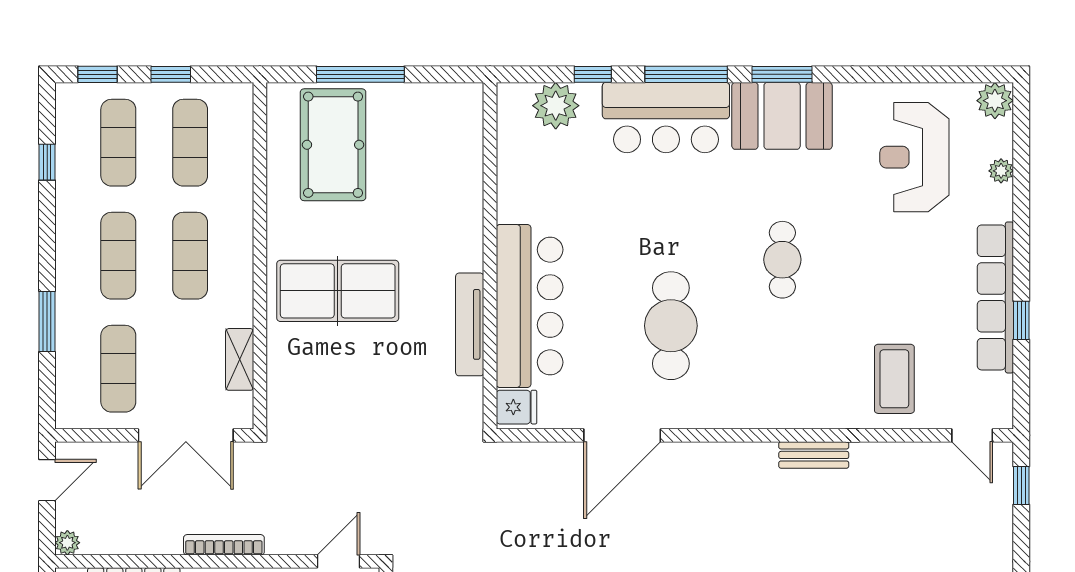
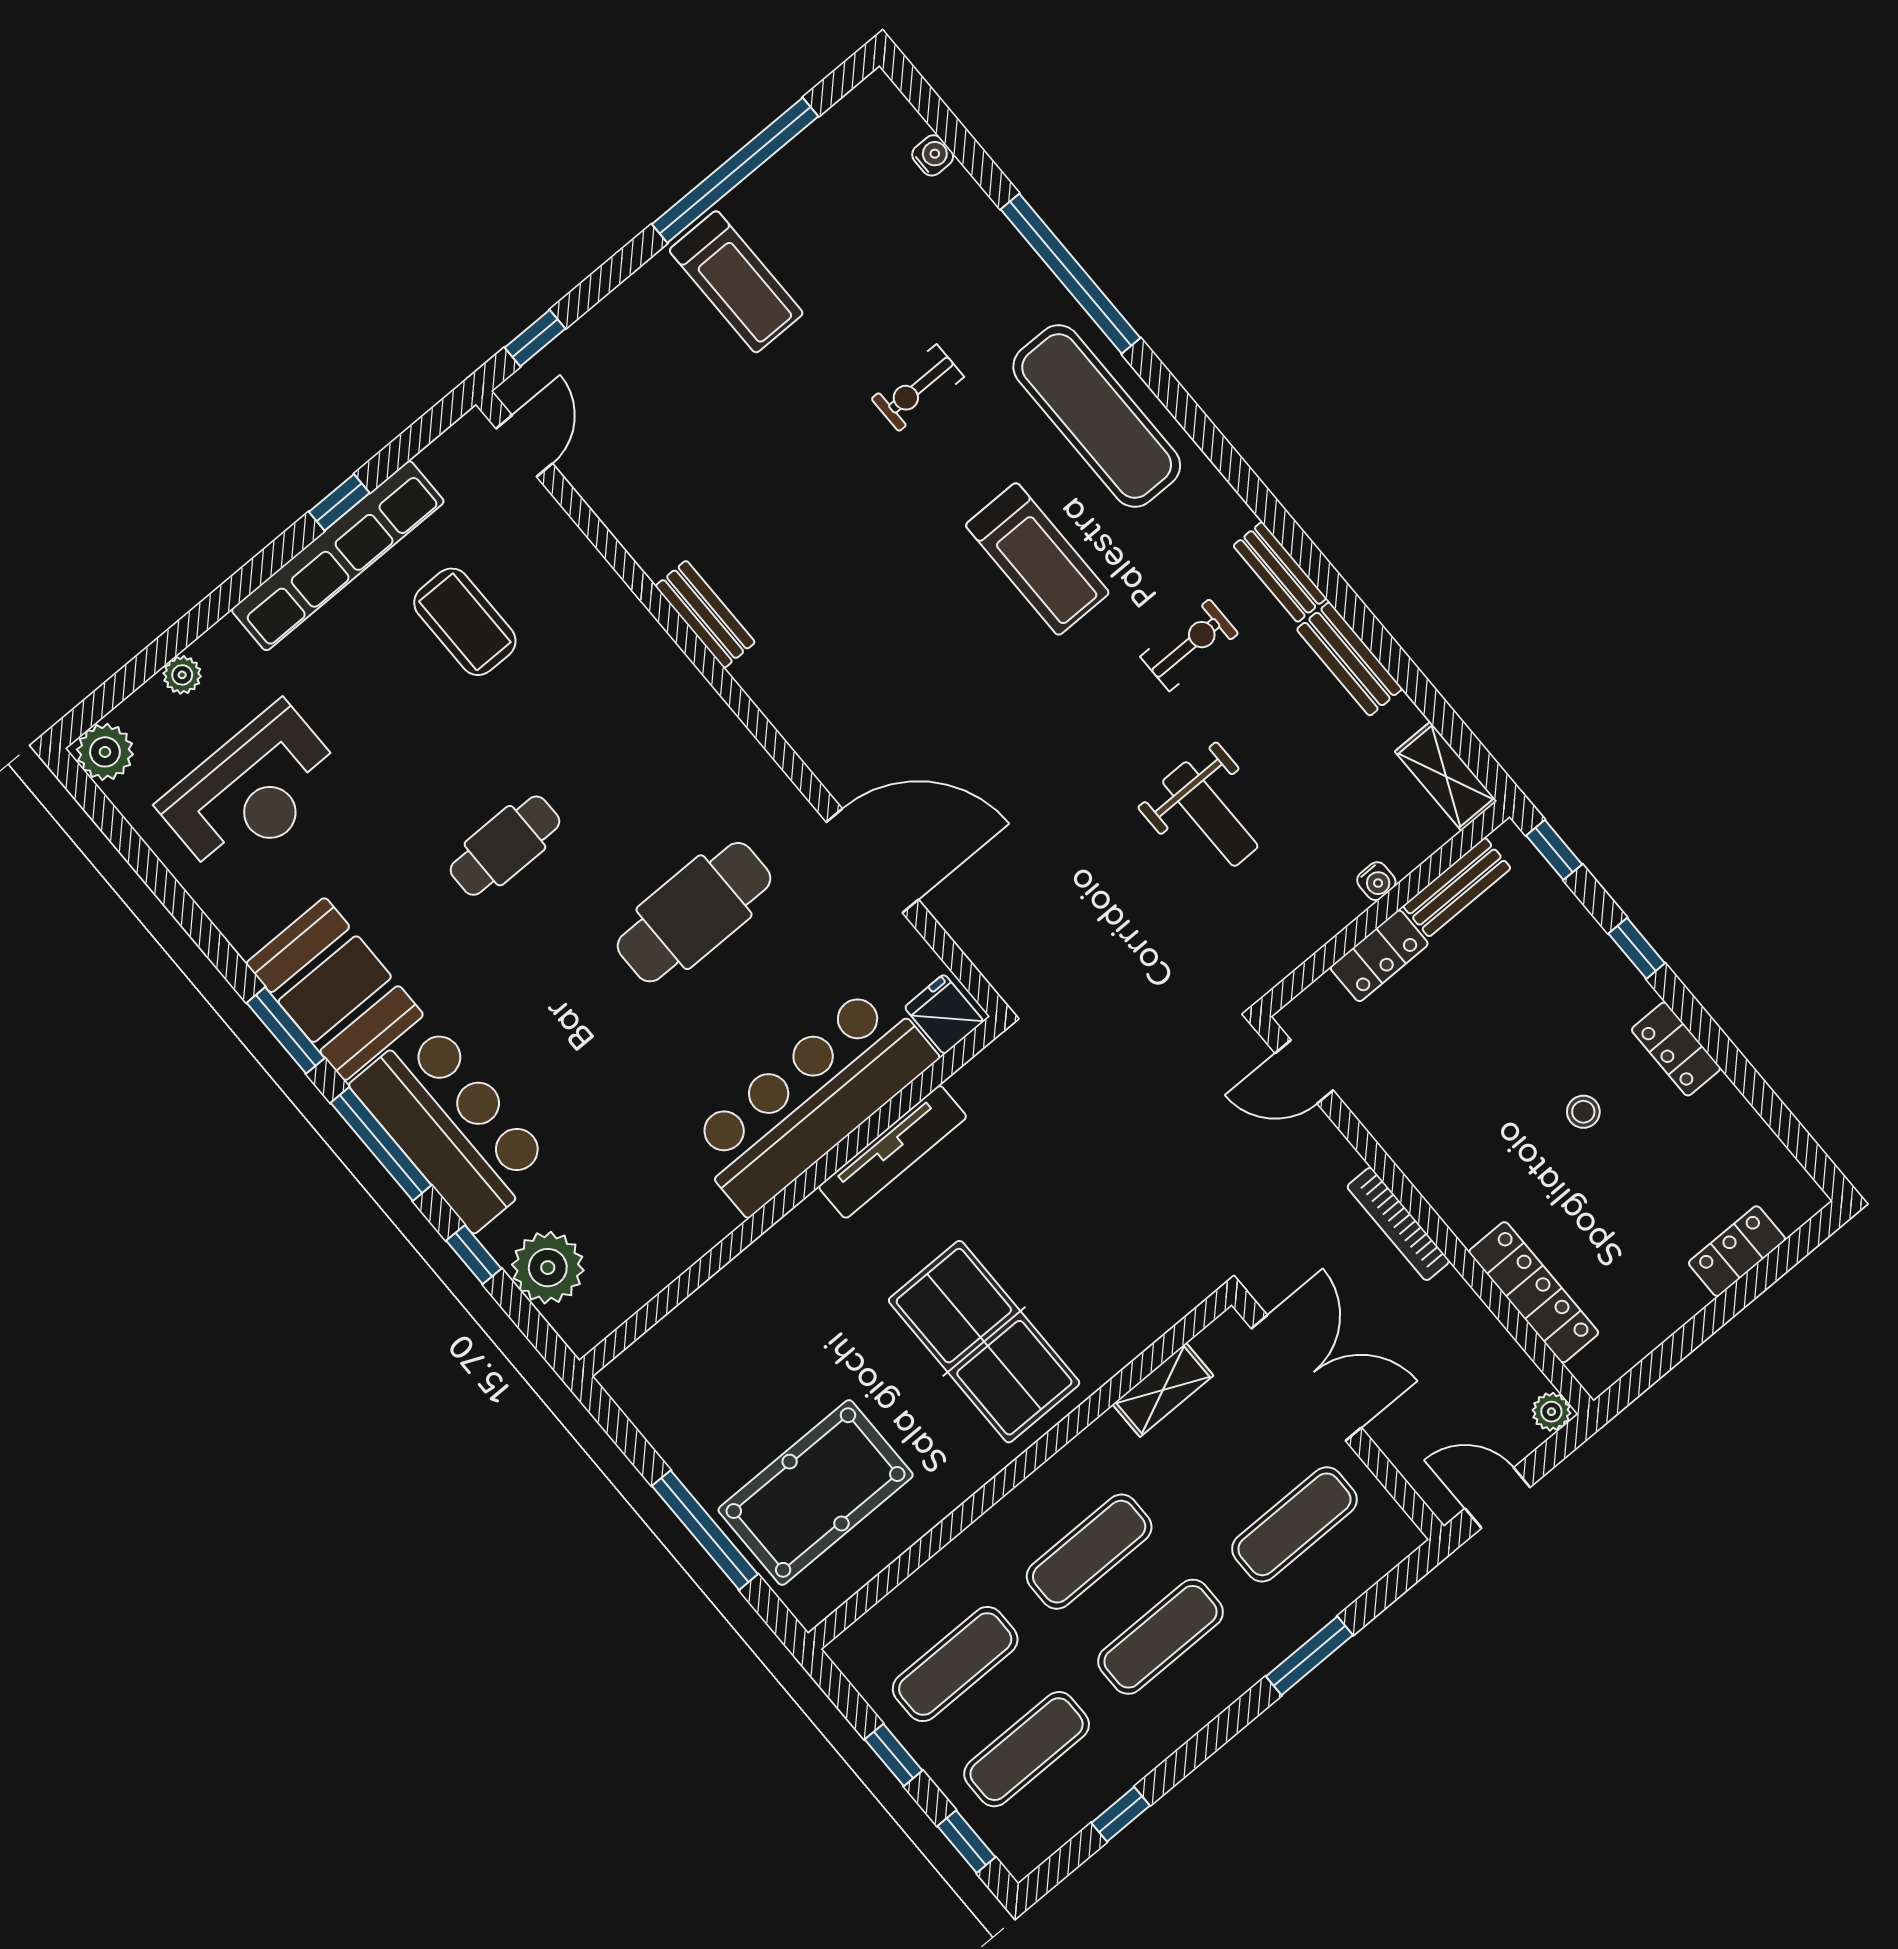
coffee table: (894, 379) -> (465, 622), moved, turned 90

